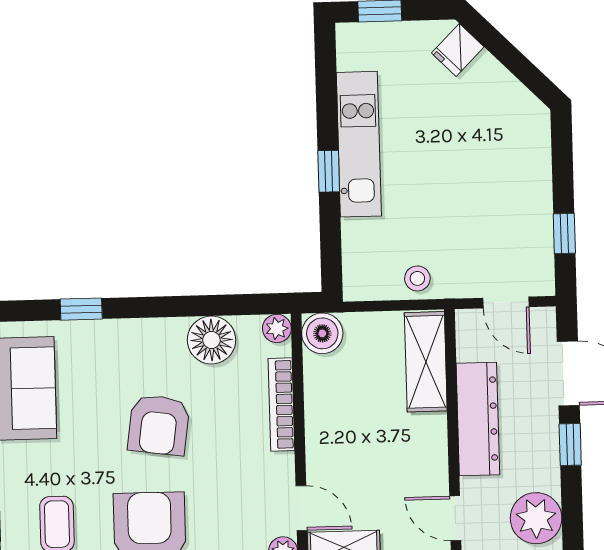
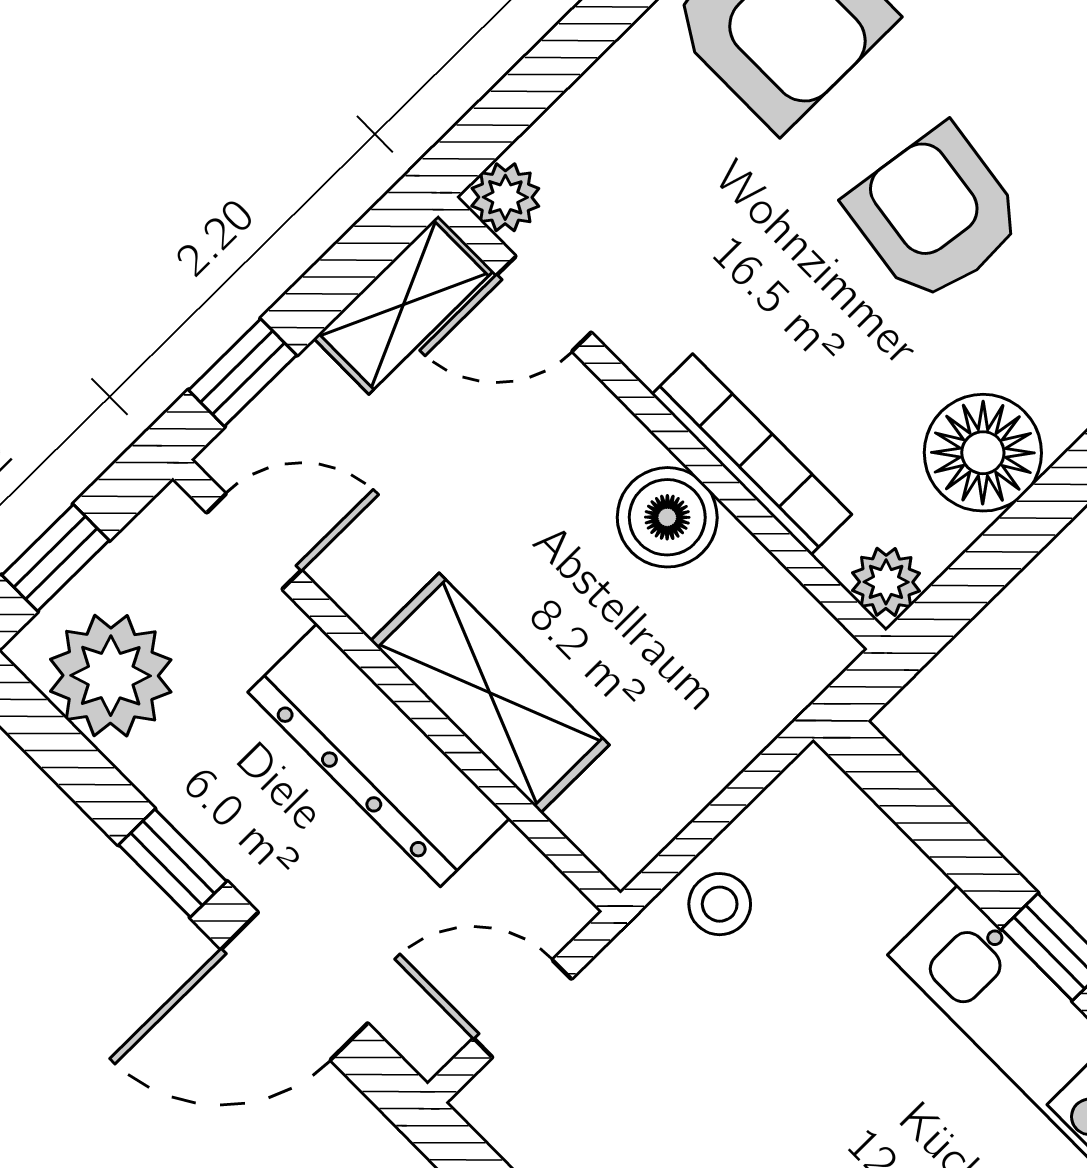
boiler: (322, 333) -> (667, 517), moved
shelving: (426, 362) -> (490, 693), moved

